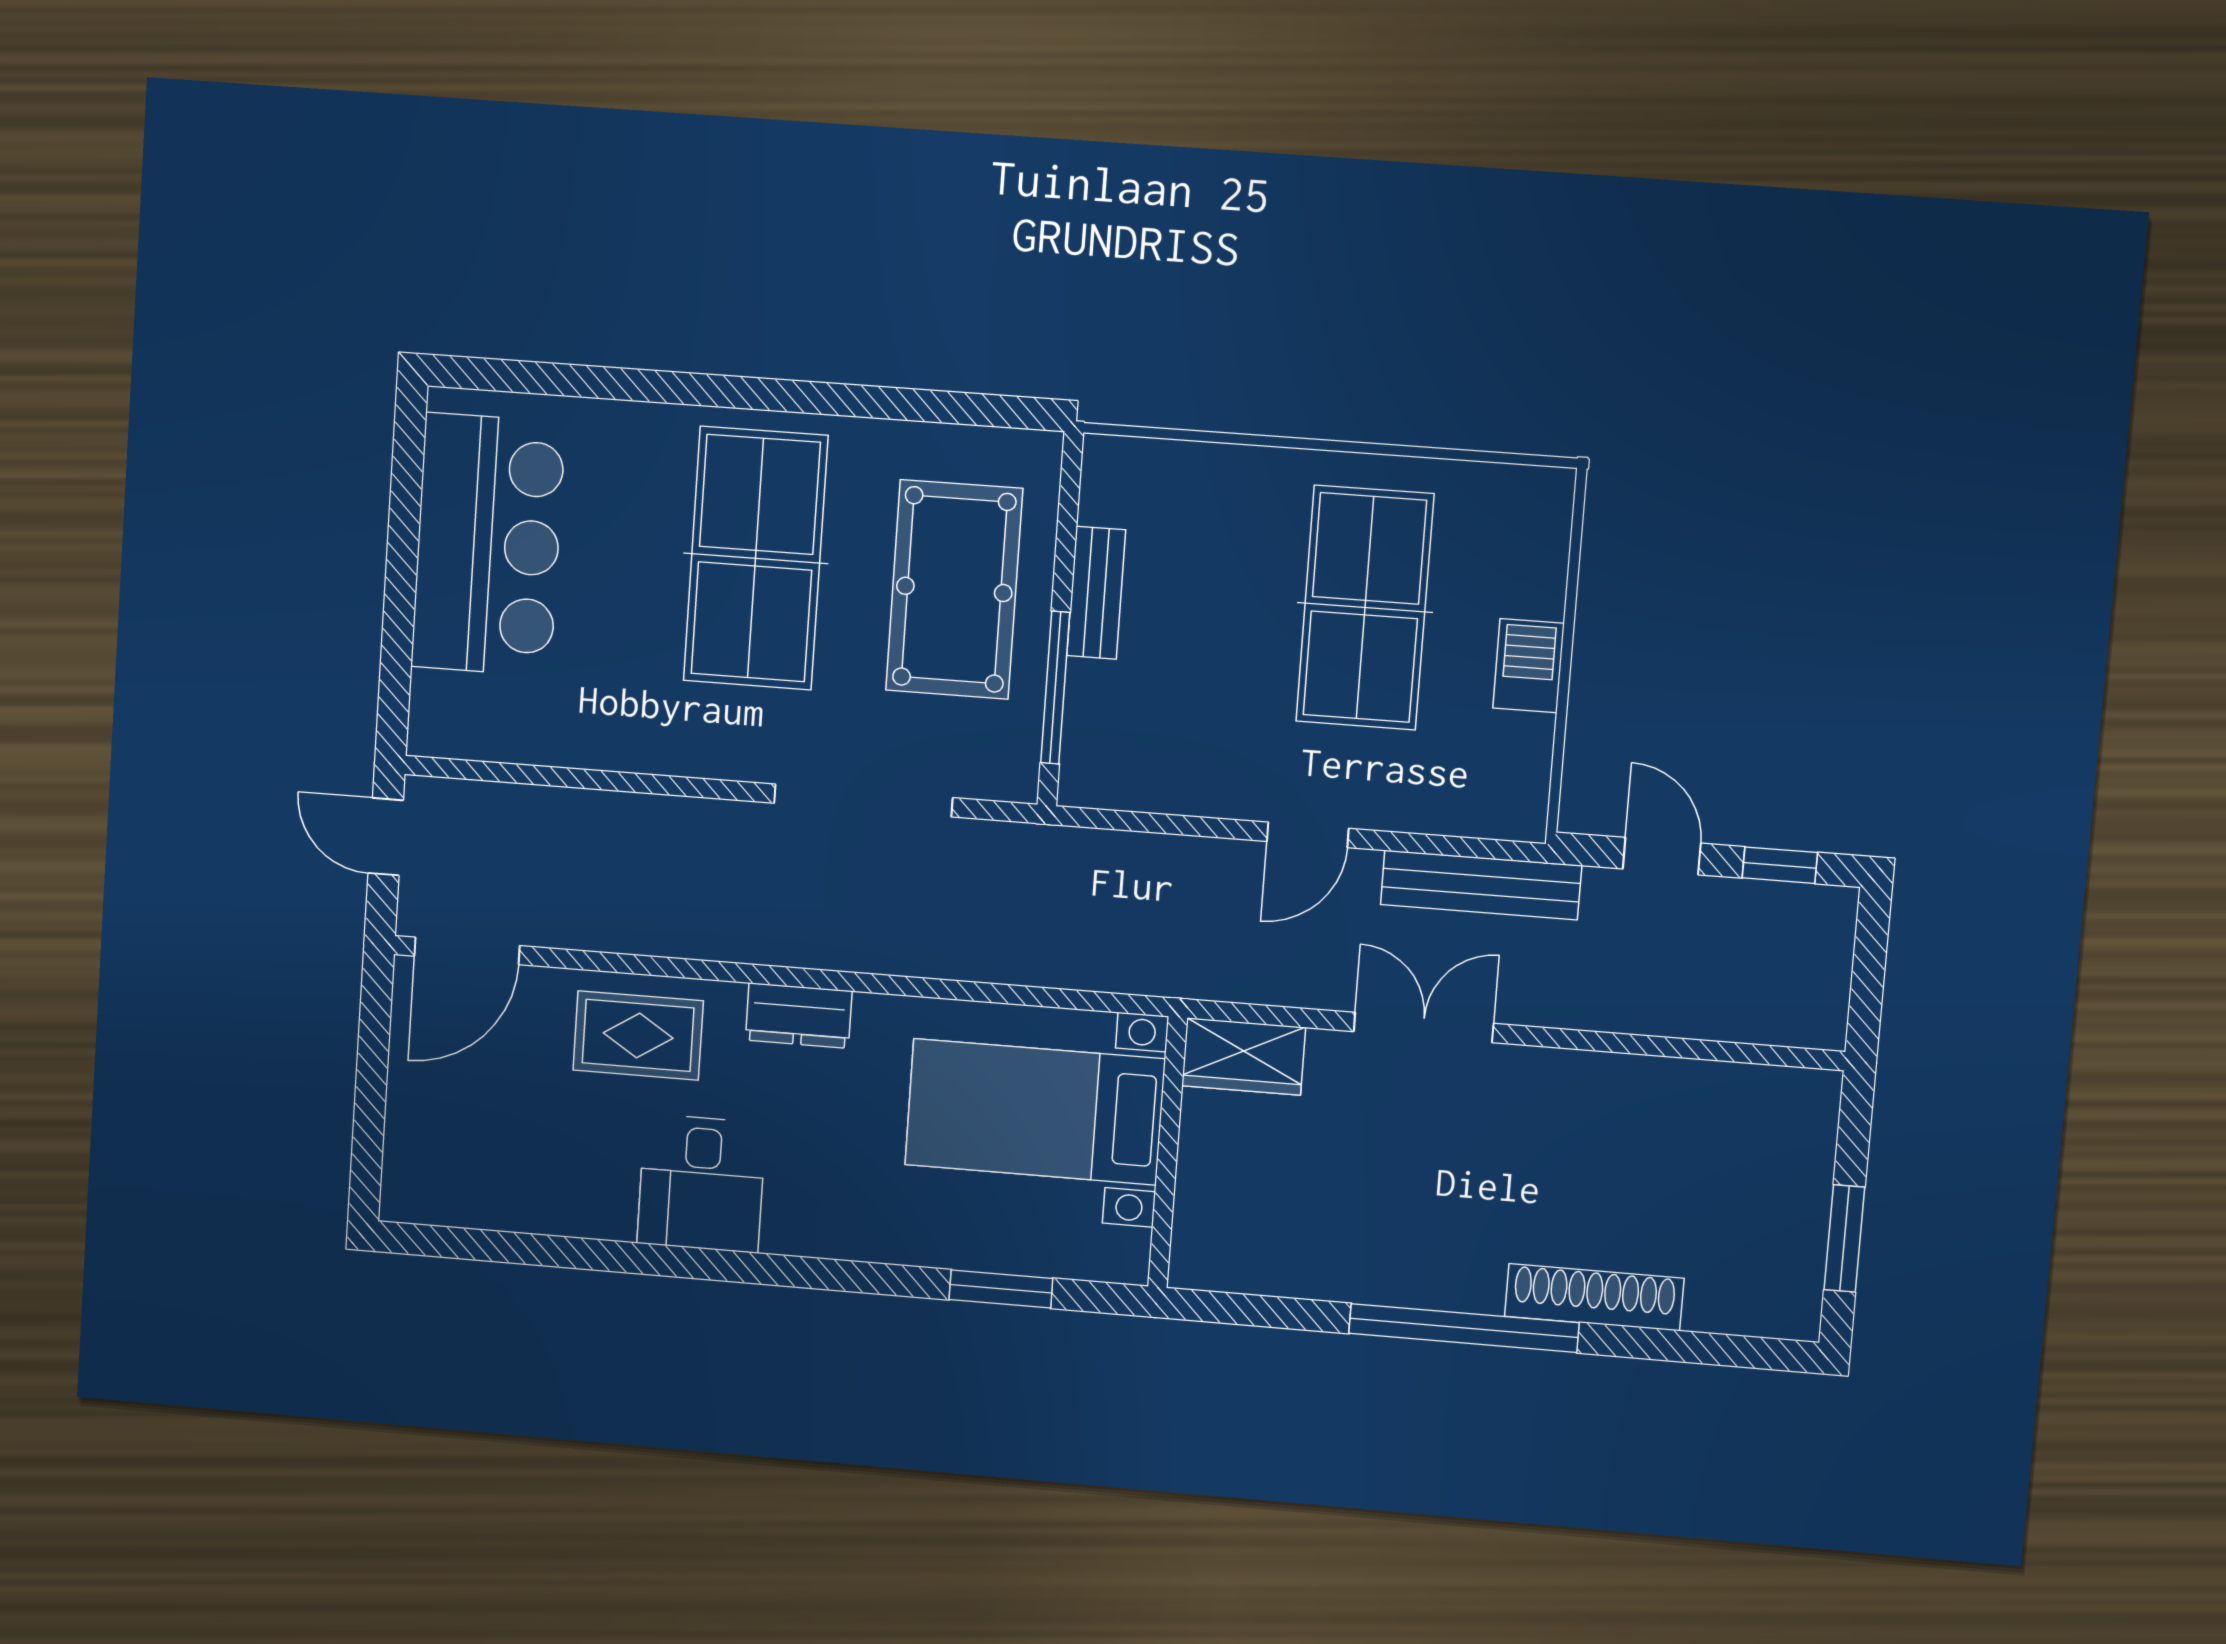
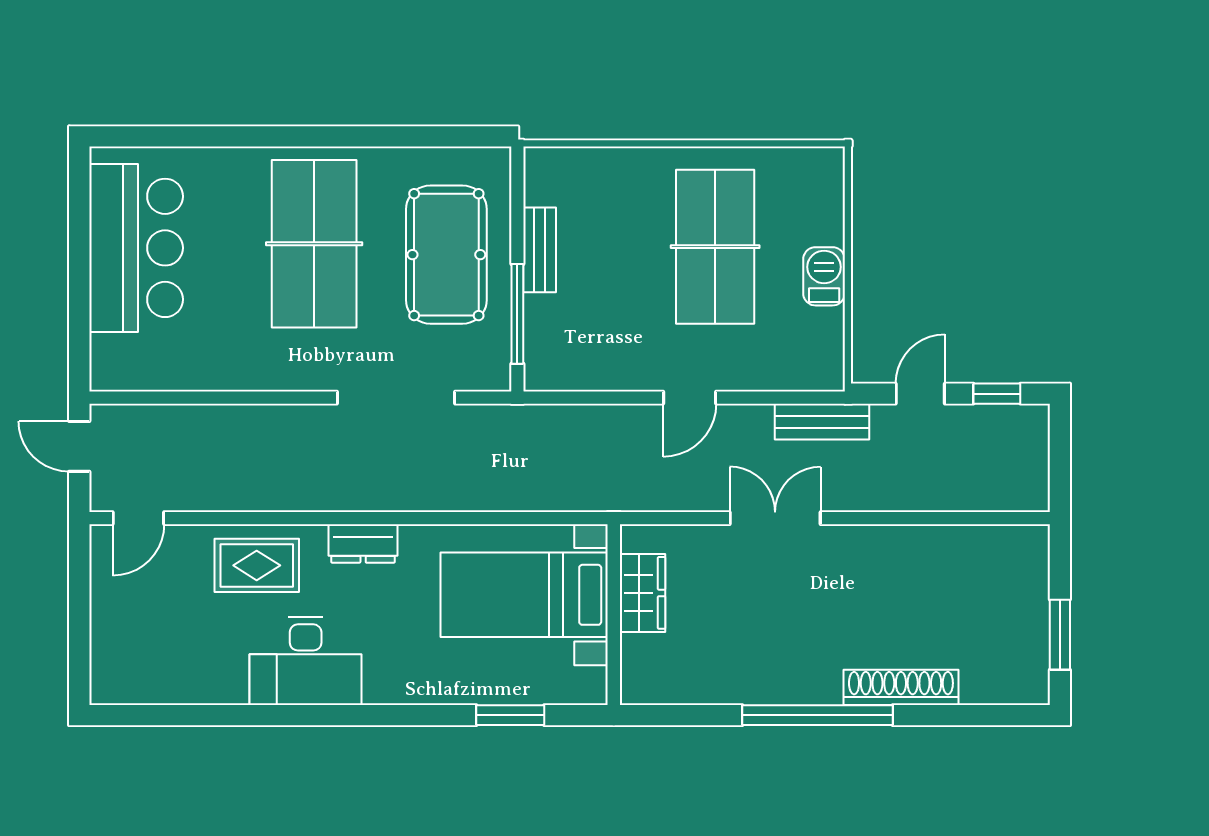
door: (1662, 856) -> (920, 394), hinge flipped
bench: (1481, 885) -> (822, 422), width x0.73
door: (467, 951) -> (138, 518), width x0.73
wardrobe: (1244, 1057) -> (642, 593), moved, turned -90
desk: (701, 1183) -> (306, 661), width x1.37

